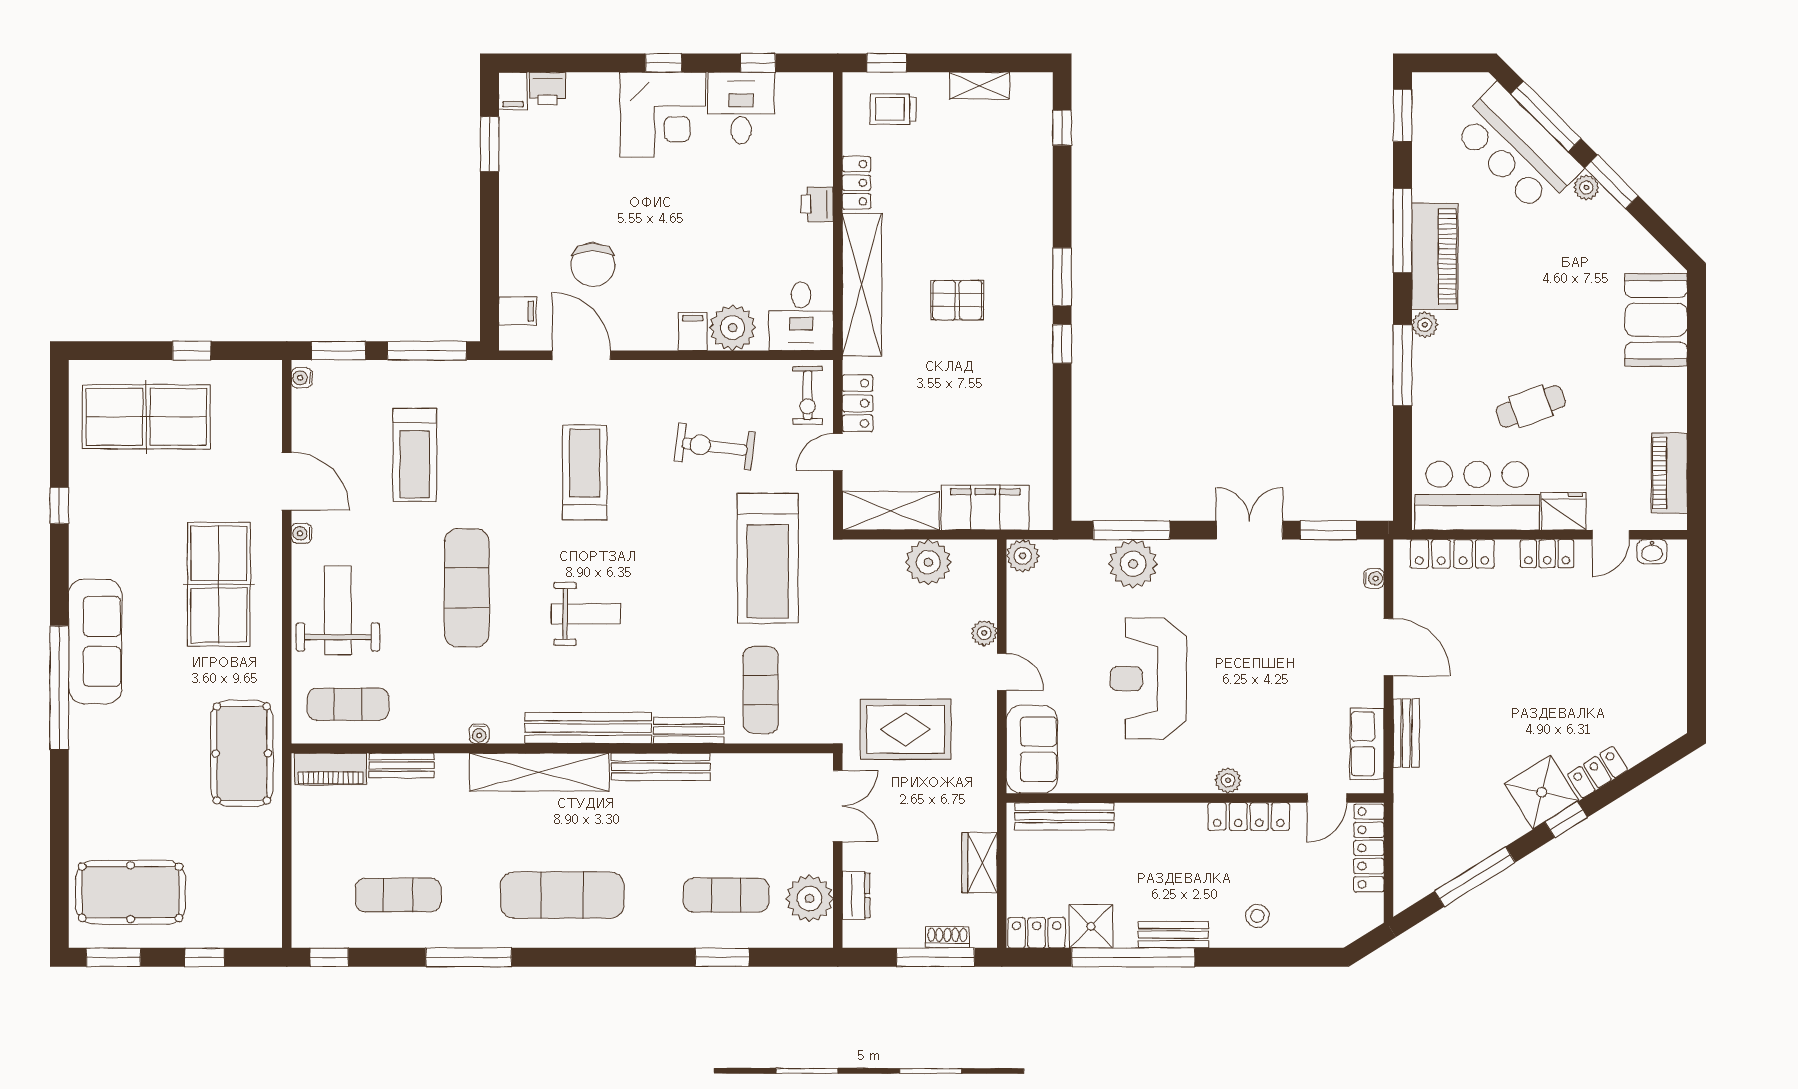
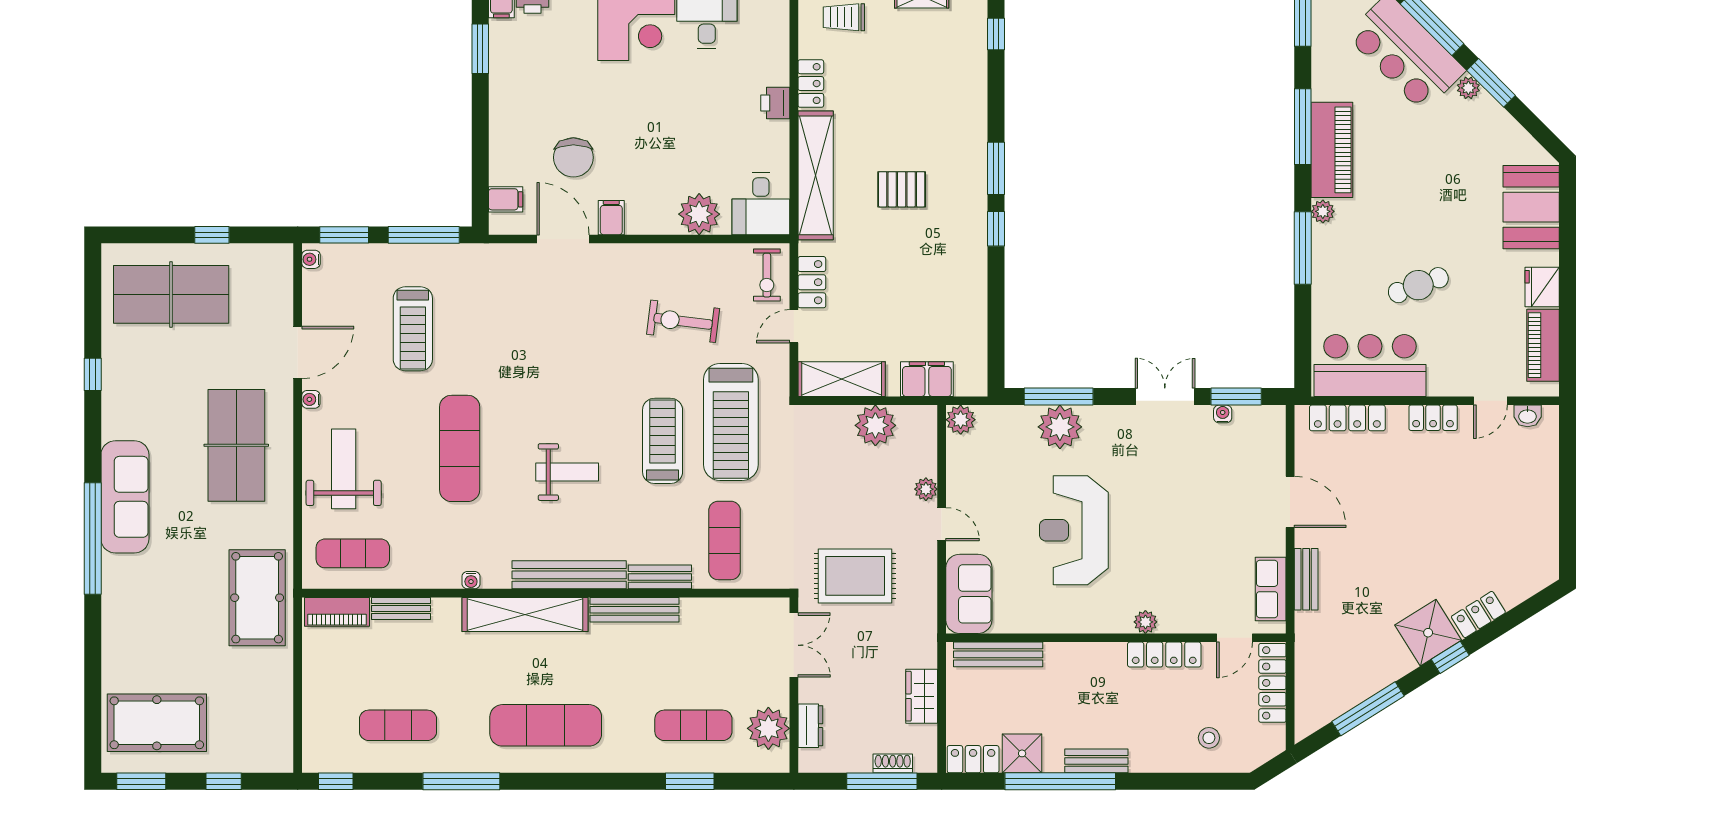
filing cabinet: (693, 332) -> (611, 218), moved
treadmill: (585, 472) -> (663, 441), moved
door: (287, 481) -> (298, 352), hinge flipped
filing cabinet: (985, 507) -> (927, 379), width x0.67, depth x0.86
fridge: (1564, 511) -> (1542, 287), moved, turned -90
water cooler: (1374, 578) -> (1223, 414), moved, turned -90
stool: (1257, 916) -> (1209, 738), moved

